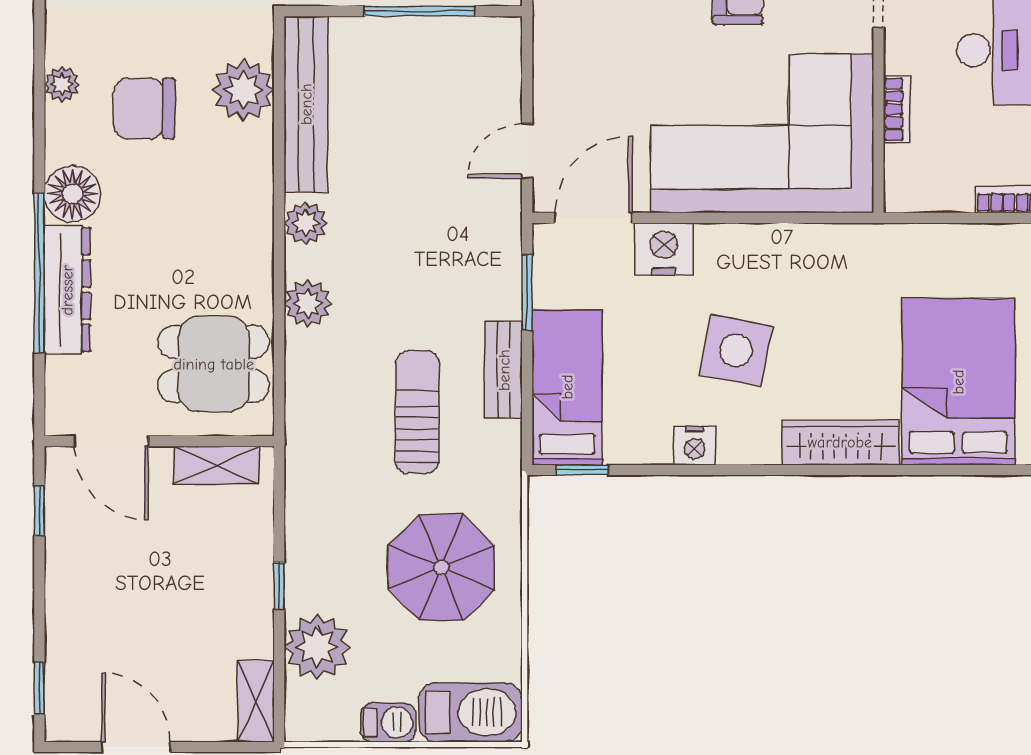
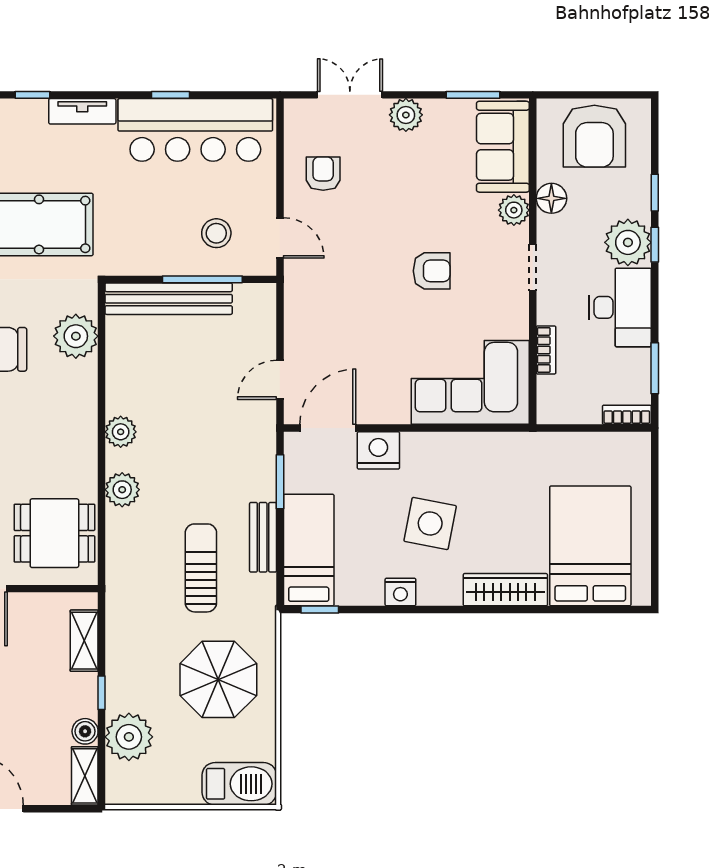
bench: (306, 104) -> (169, 299), moved, turned 90
corner sofa: (762, 133) -> (470, 382), width x0.73, depth x0.74
shelving: (216, 465) -> (84, 641), moved, turned 90
boiler: (256, 639) -> (85, 731), added
barbecue: (388, 722) -> (180, 791), removed

